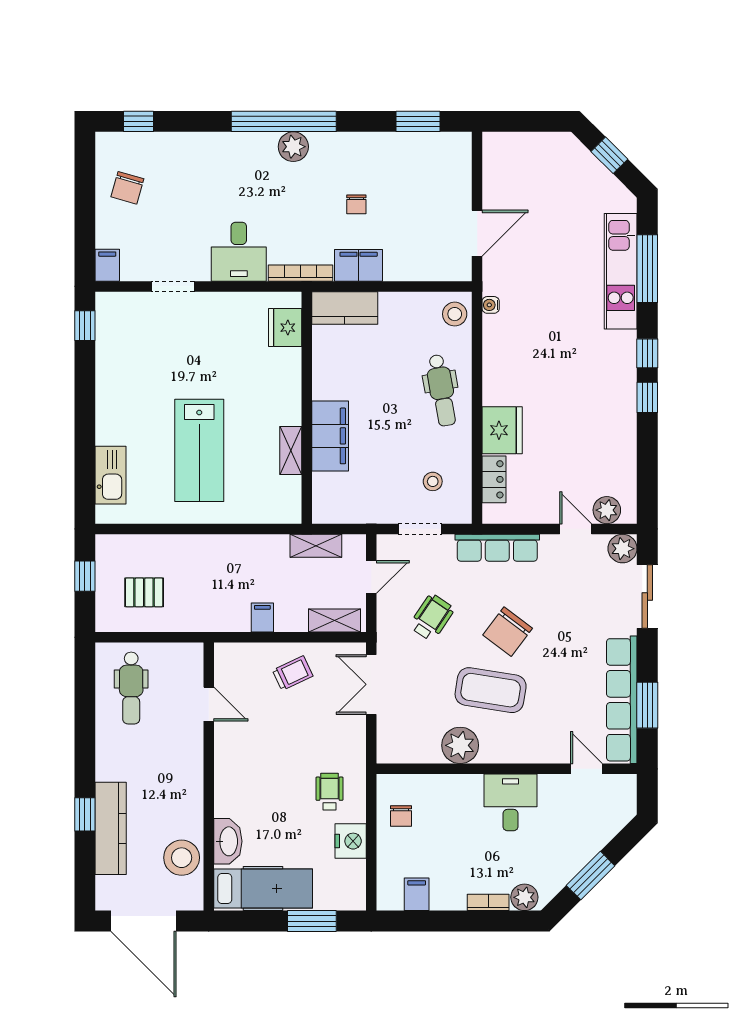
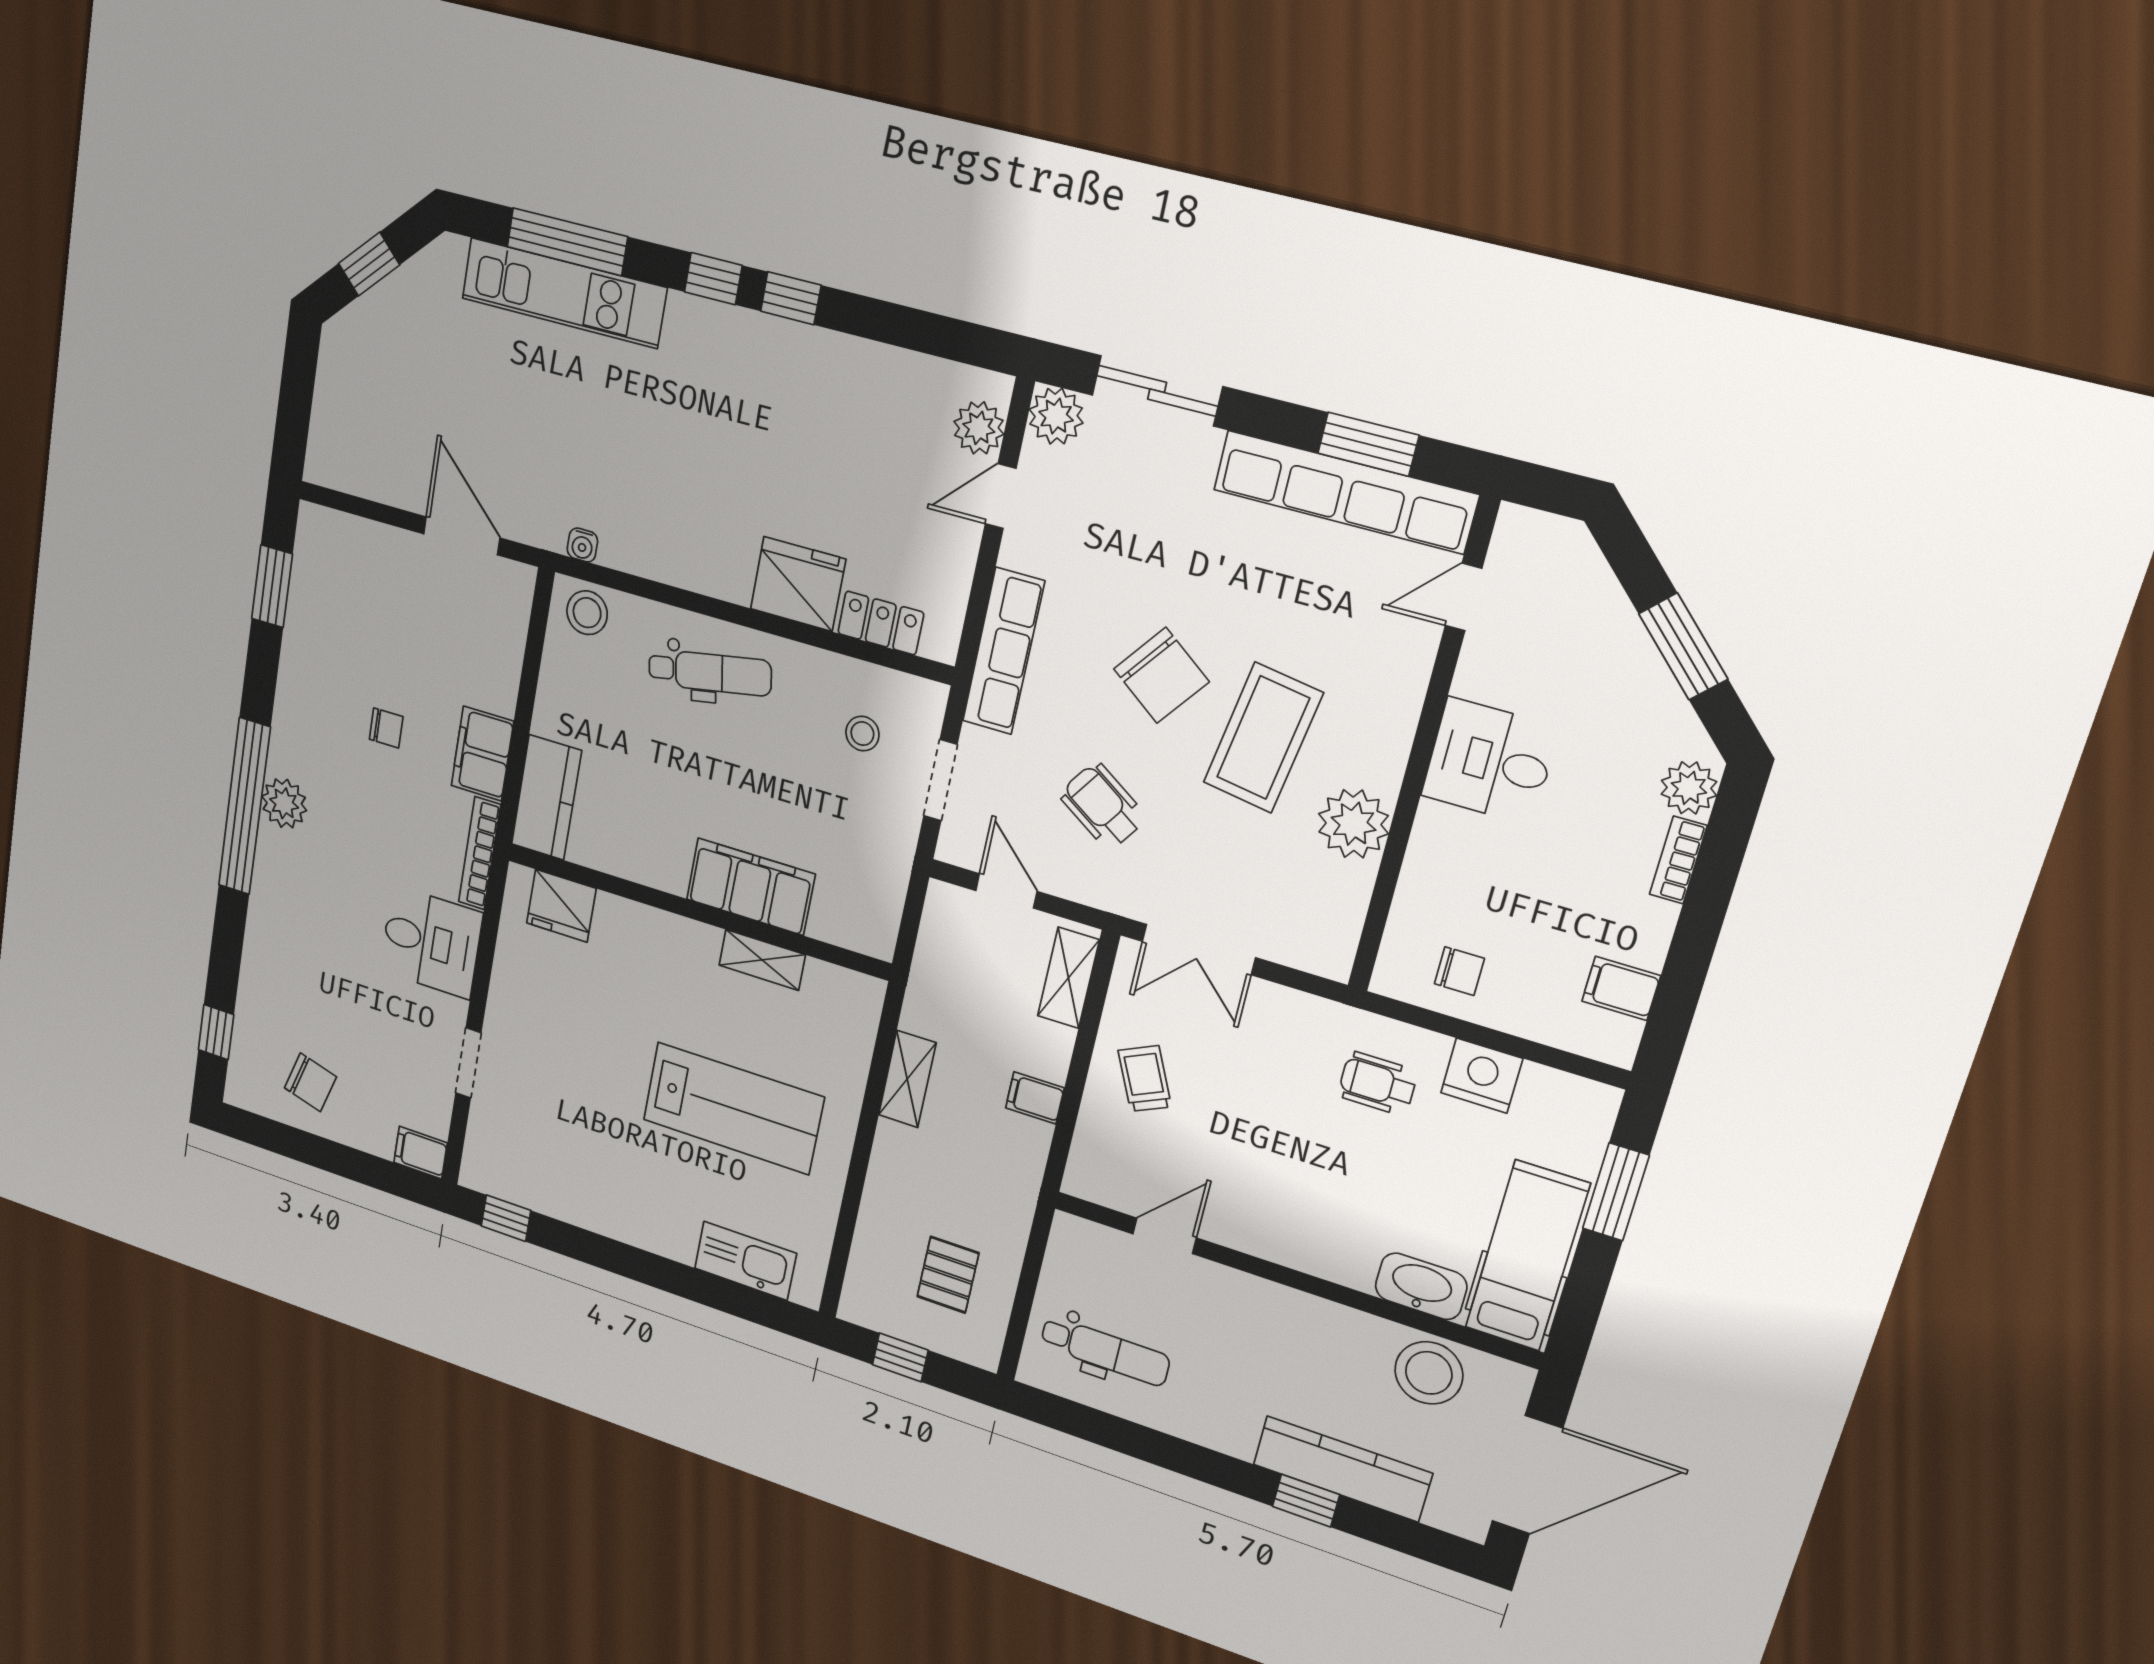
shelving: (316, 546) -> (907, 1079), moved

